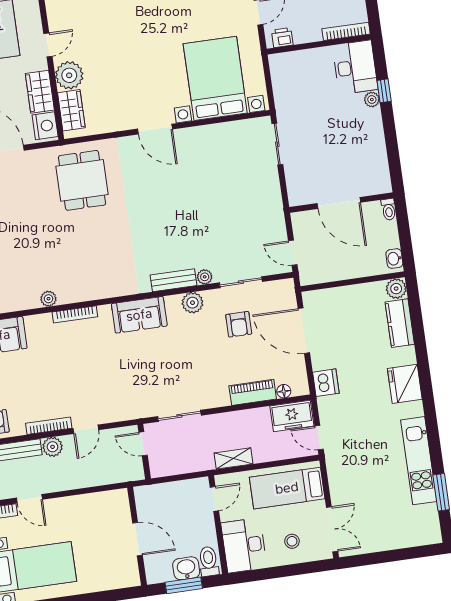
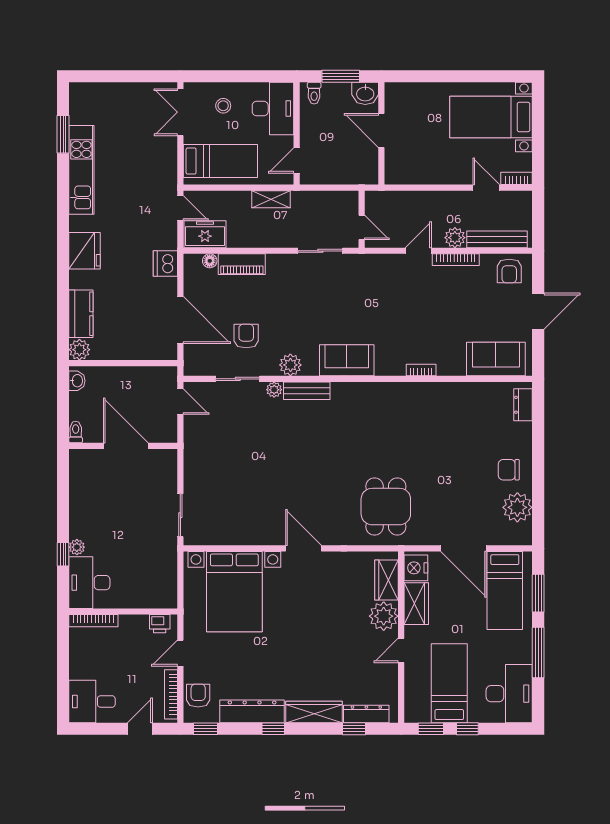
plant: (48, 299) -> (438, 390), removed
bookcase: (75, 314) -> (421, 370), width x0.64
toilet: (209, 561) -> (314, 93), width x0.73, depth x0.72
washbasin: (186, 568) -> (365, 93), moved

